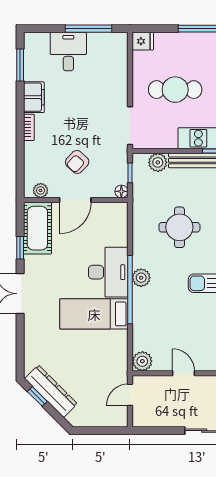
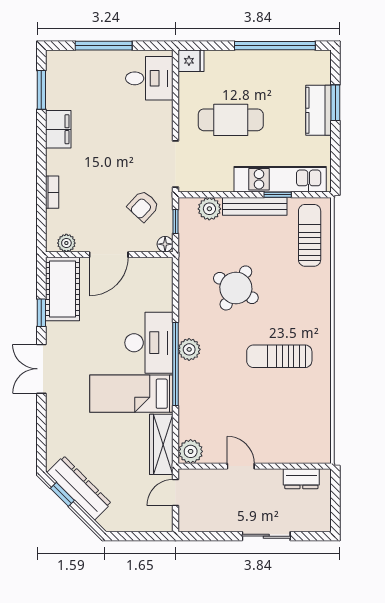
window: (89, 29) -> (104, 46), moved
desk: (68, 52) -> (149, 78), moved, turned 90
bookcase: (29, 127) -> (52, 192), moved
armchair: (77, 162) -> (143, 206), moved
round table: (179, 227) -> (236, 288), turned 31
wardrobe: (118, 355) -> (161, 444), added

